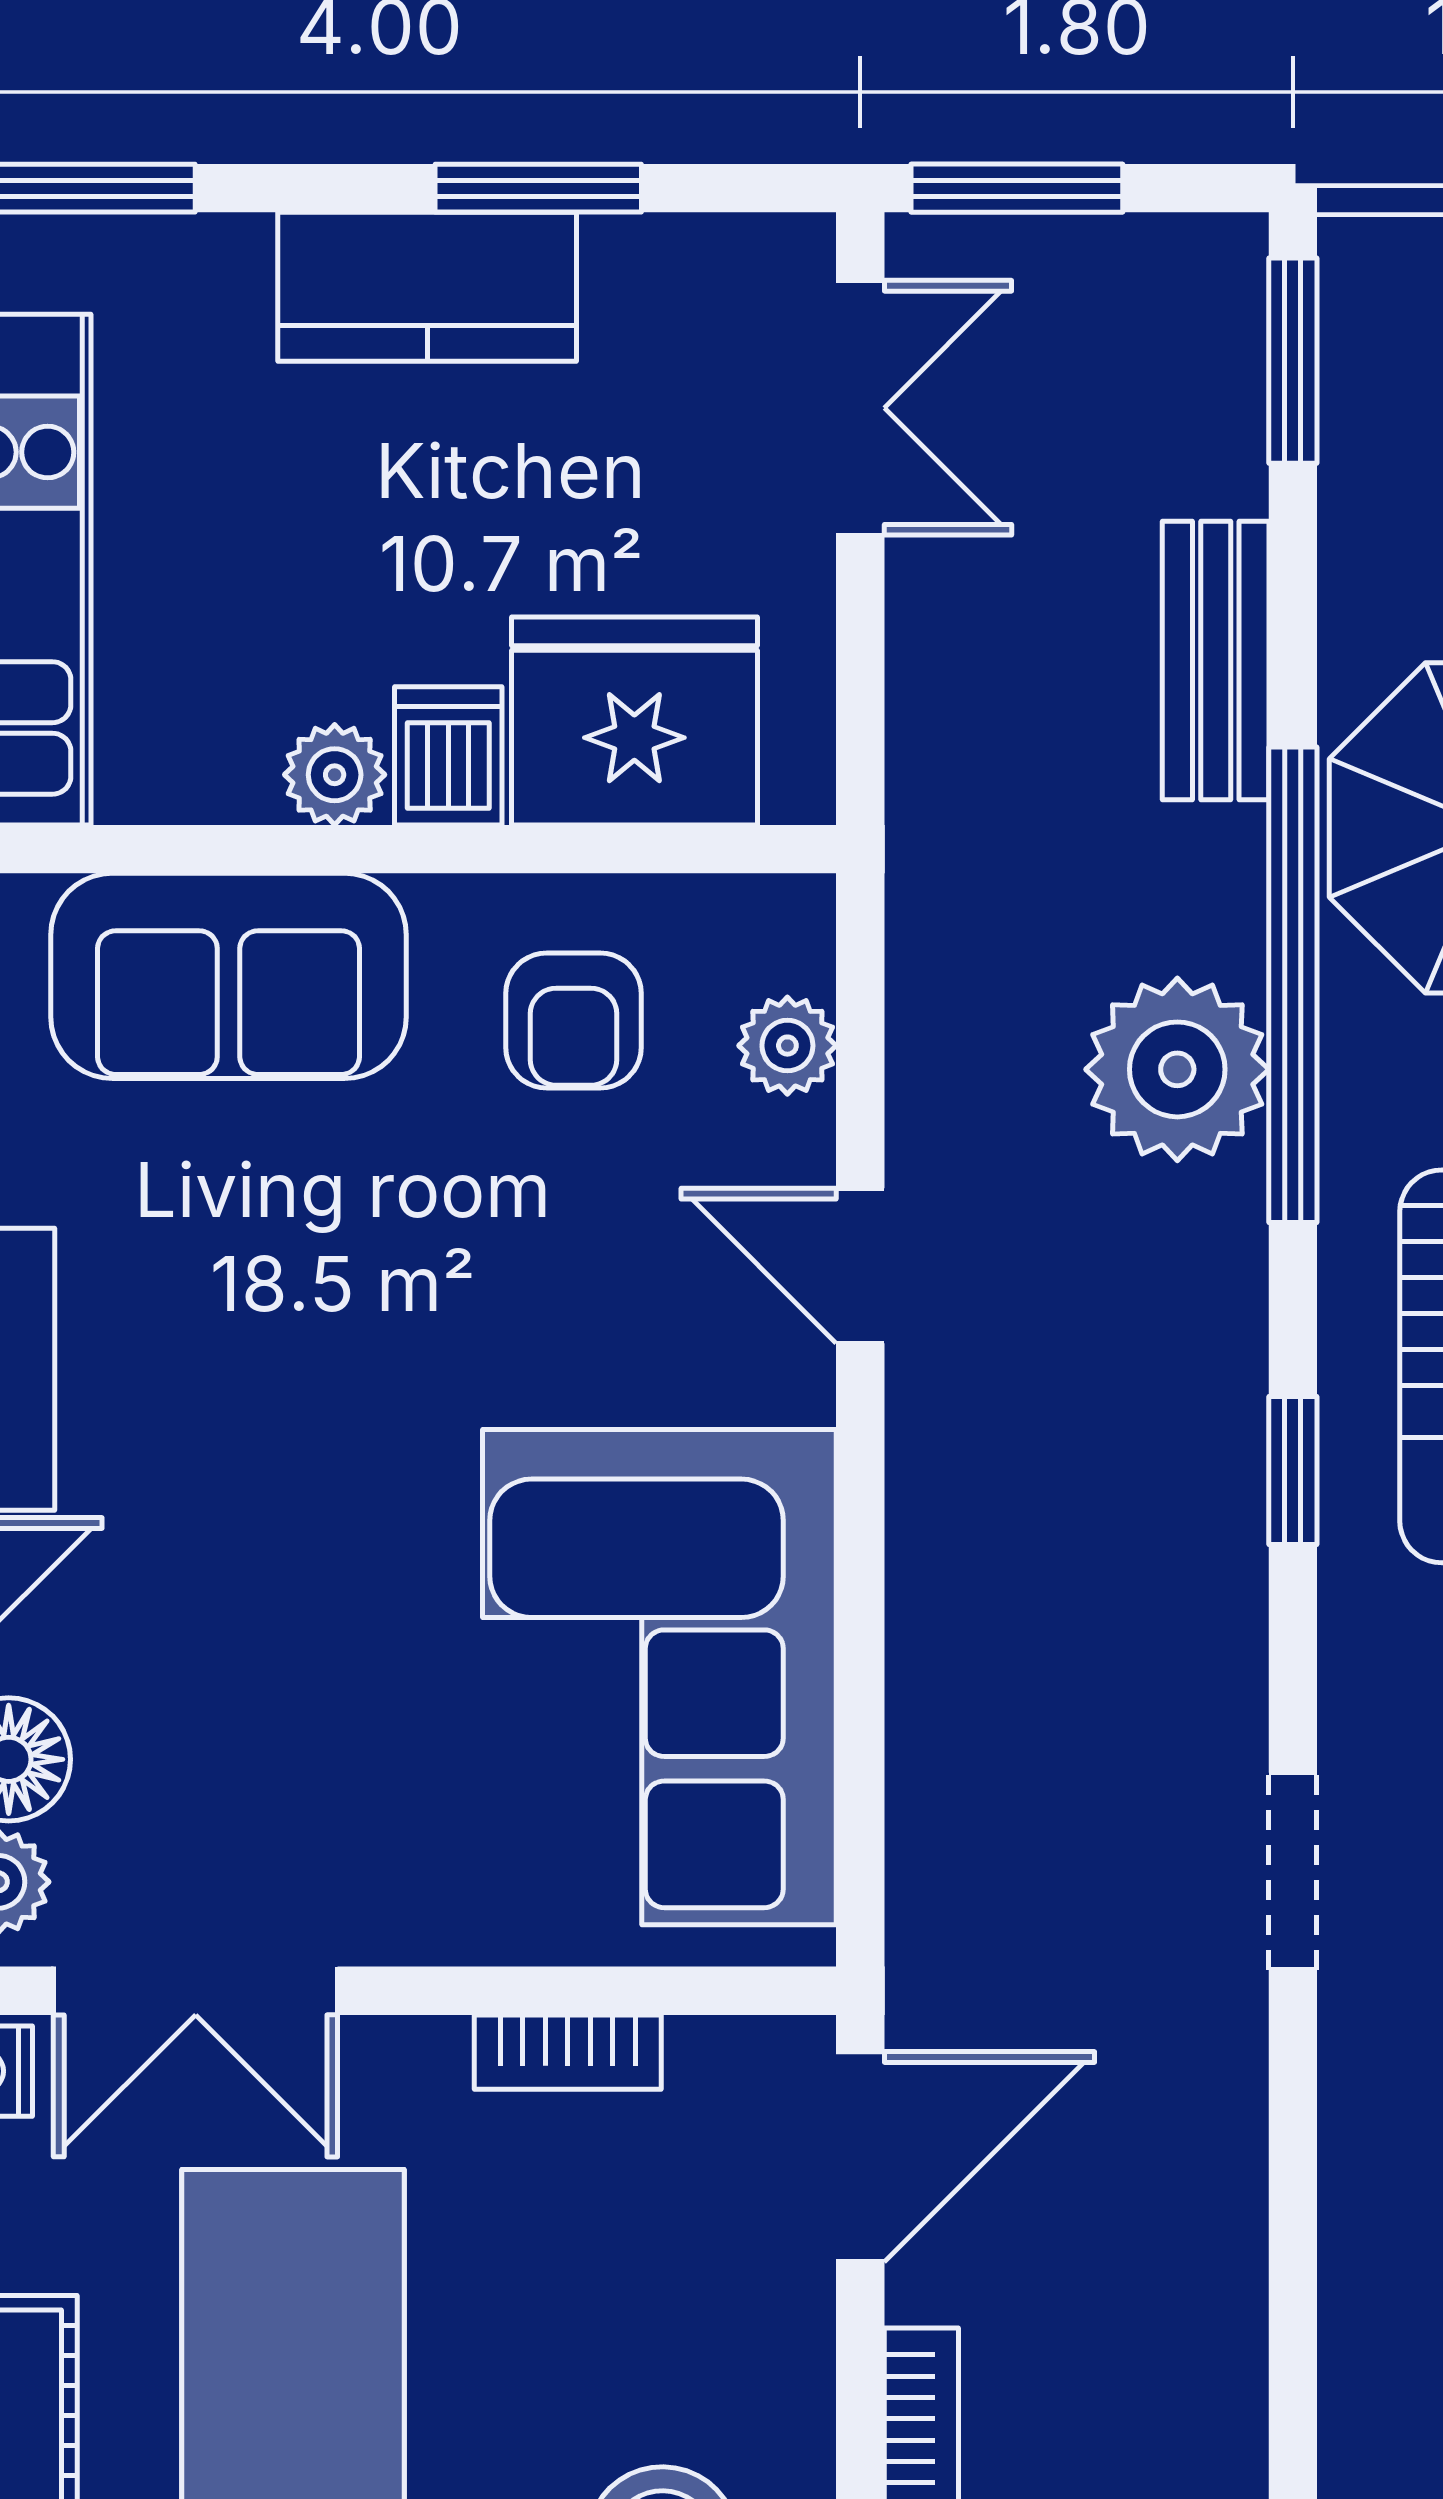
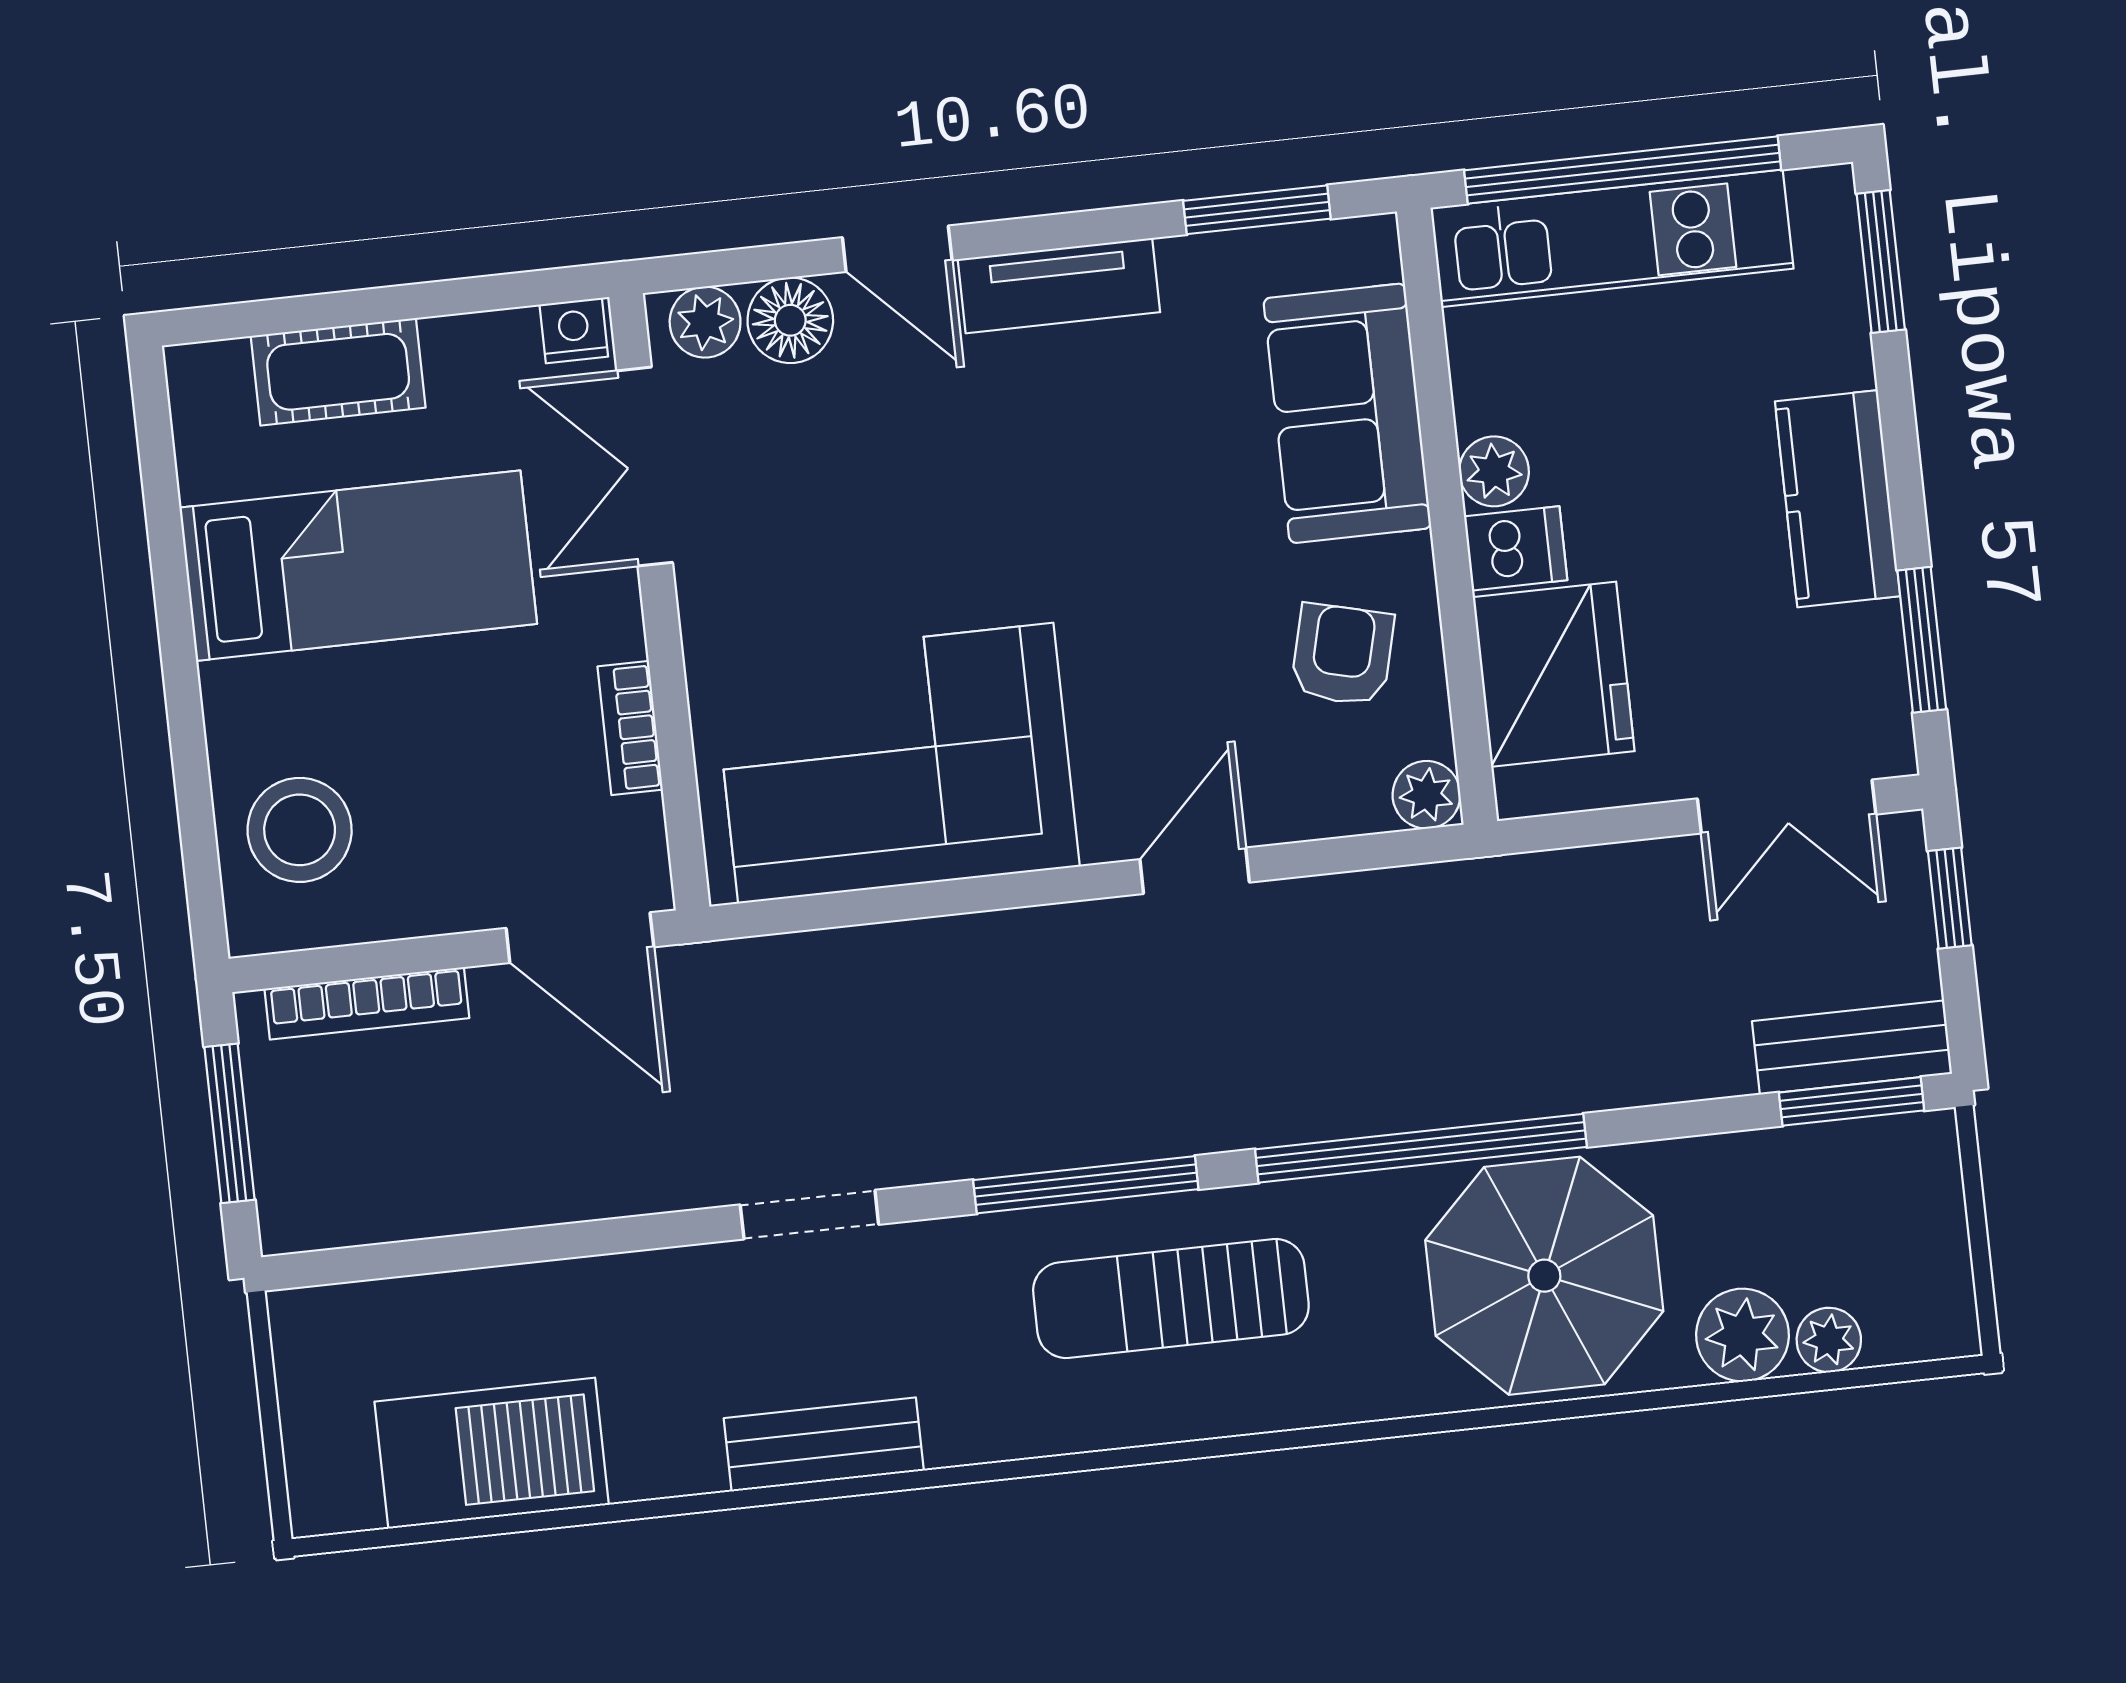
window: (538, 188) -> (1922, 640), moved
window: (1017, 188) -> (1950, 898), width x0.67
bench: (1216, 660) -> (1852, 1047), moved
armchair: (574, 1020) -> (1342, 655), turned 104
plant: (787, 1046) -> (1426, 795), moved
plant: (1177, 1069) -> (1354, 1075), removed
window: (1293, 1471) -> (1086, 1185), width x2.17

